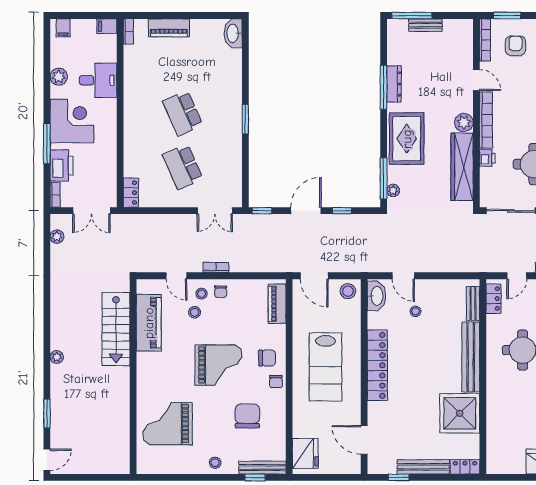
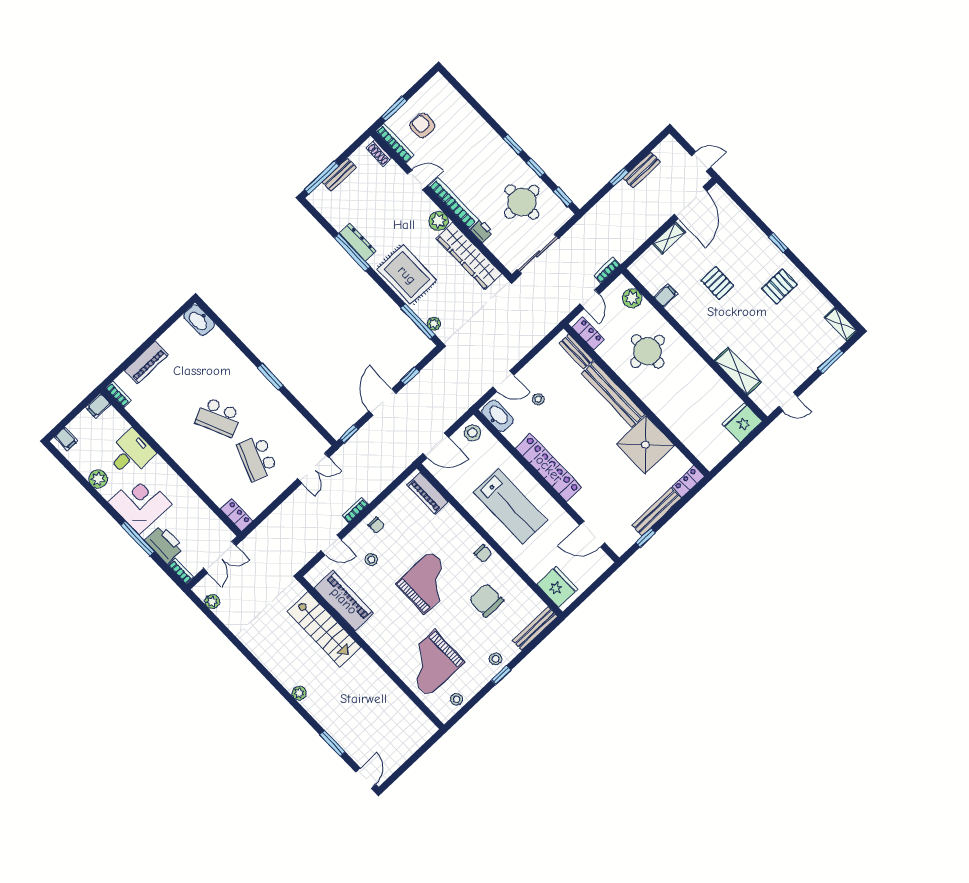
shoe rack: (467, 37) -> (379, 153), added
school desk: (183, 167) -> (257, 458), turned 45
stool: (202, 294) -> (457, 699), moved
chair: (267, 358) -> (459, 542), removed
window: (255, 477) -> (501, 675), moved

